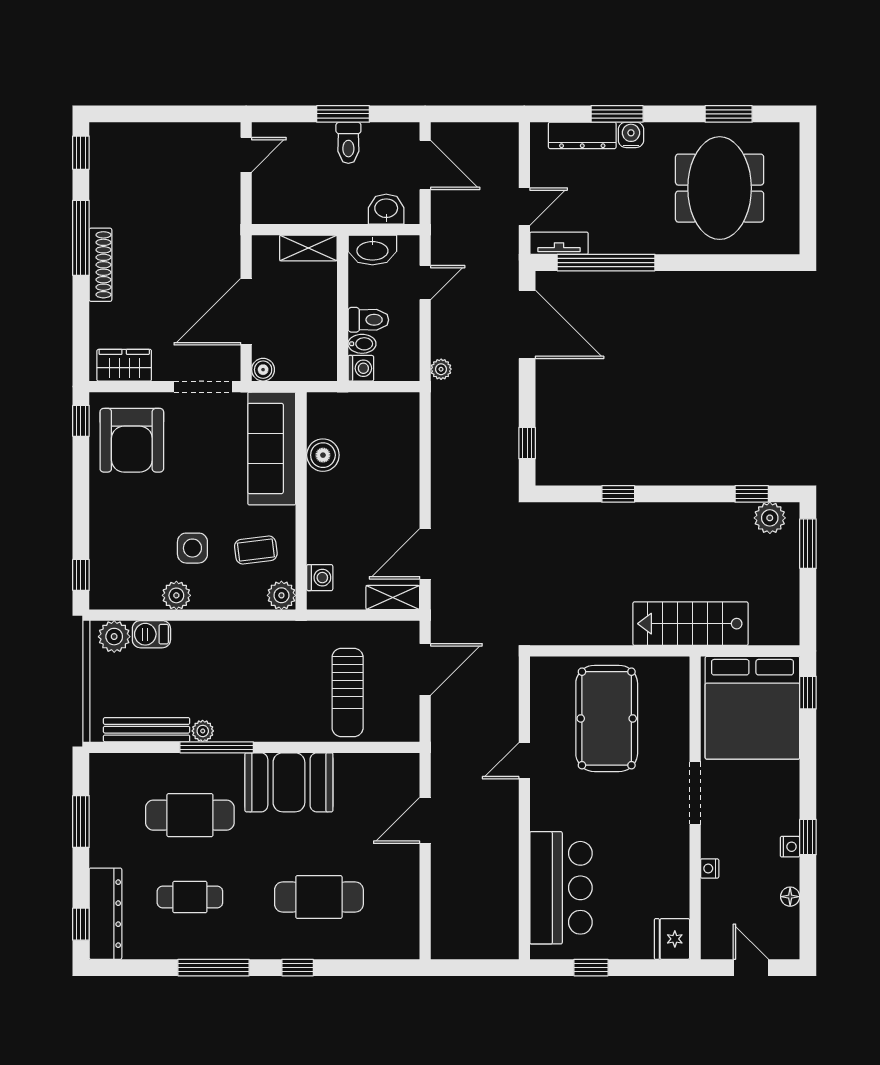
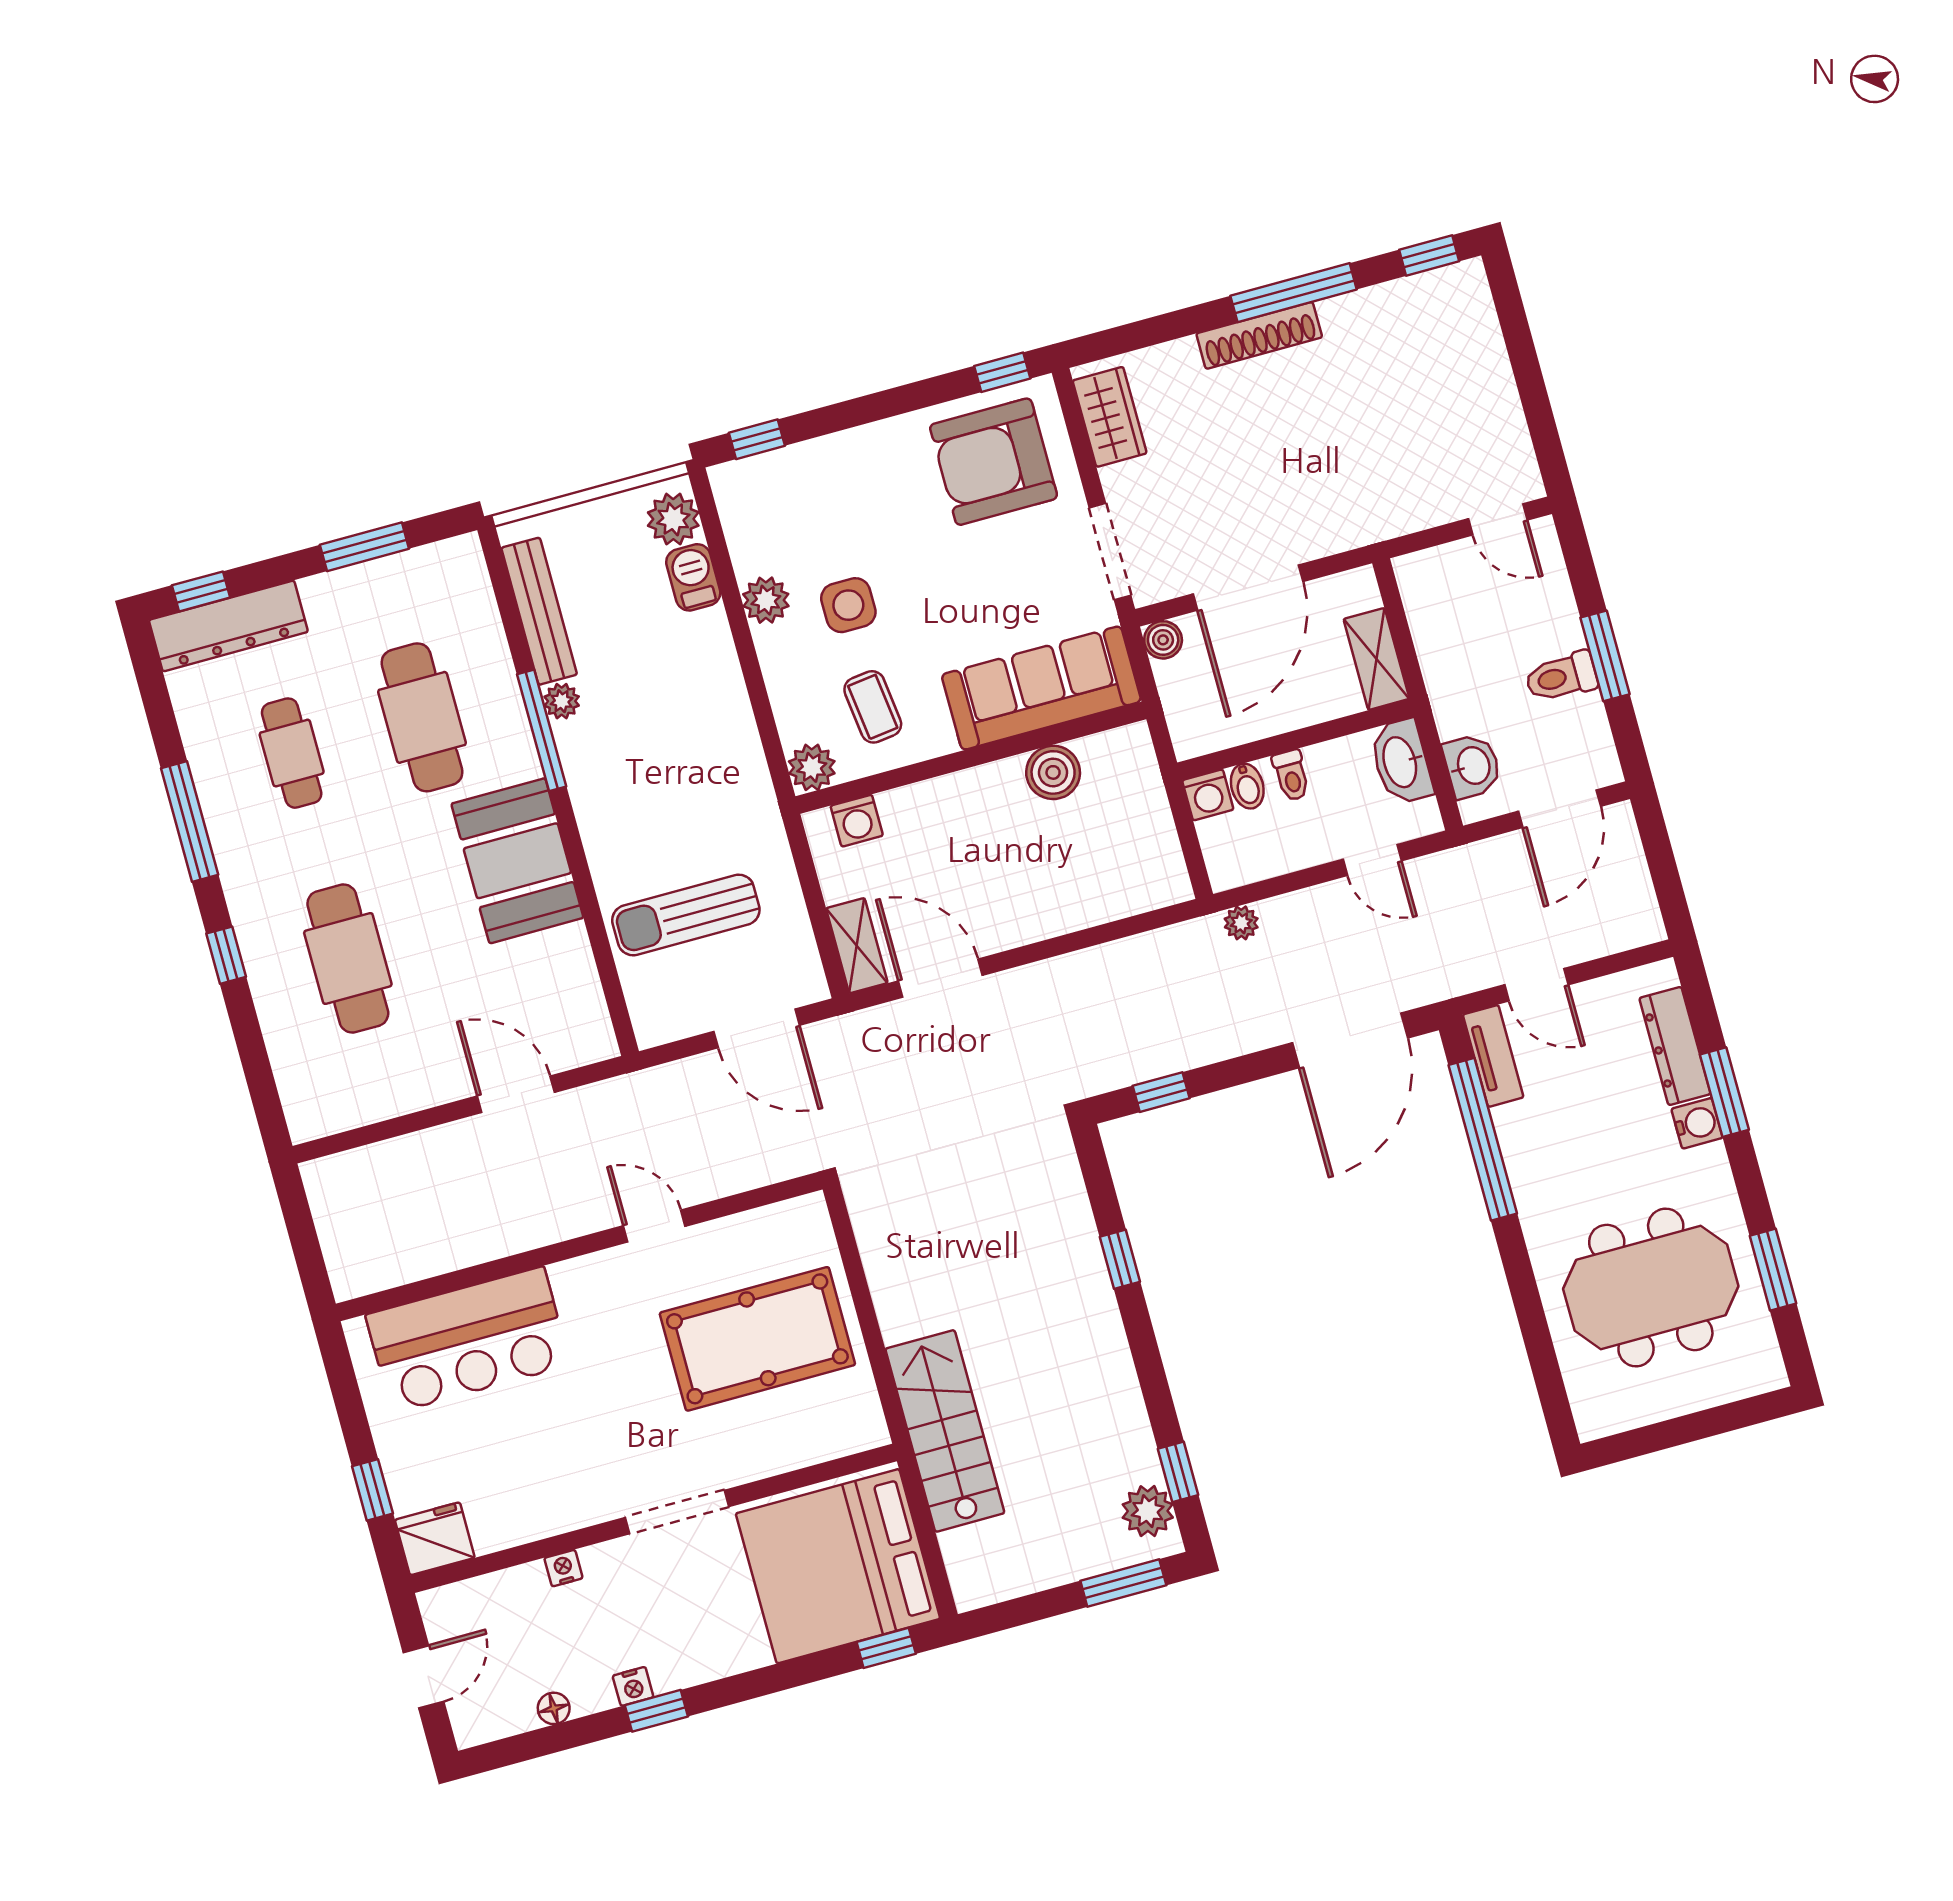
door: (246, 312) -> (1248, 588), swing flipped
toilet: (368, 320) -> (1291, 775), width x0.73, depth x0.72
window: (591, 968) -> (372, 1490), moved

